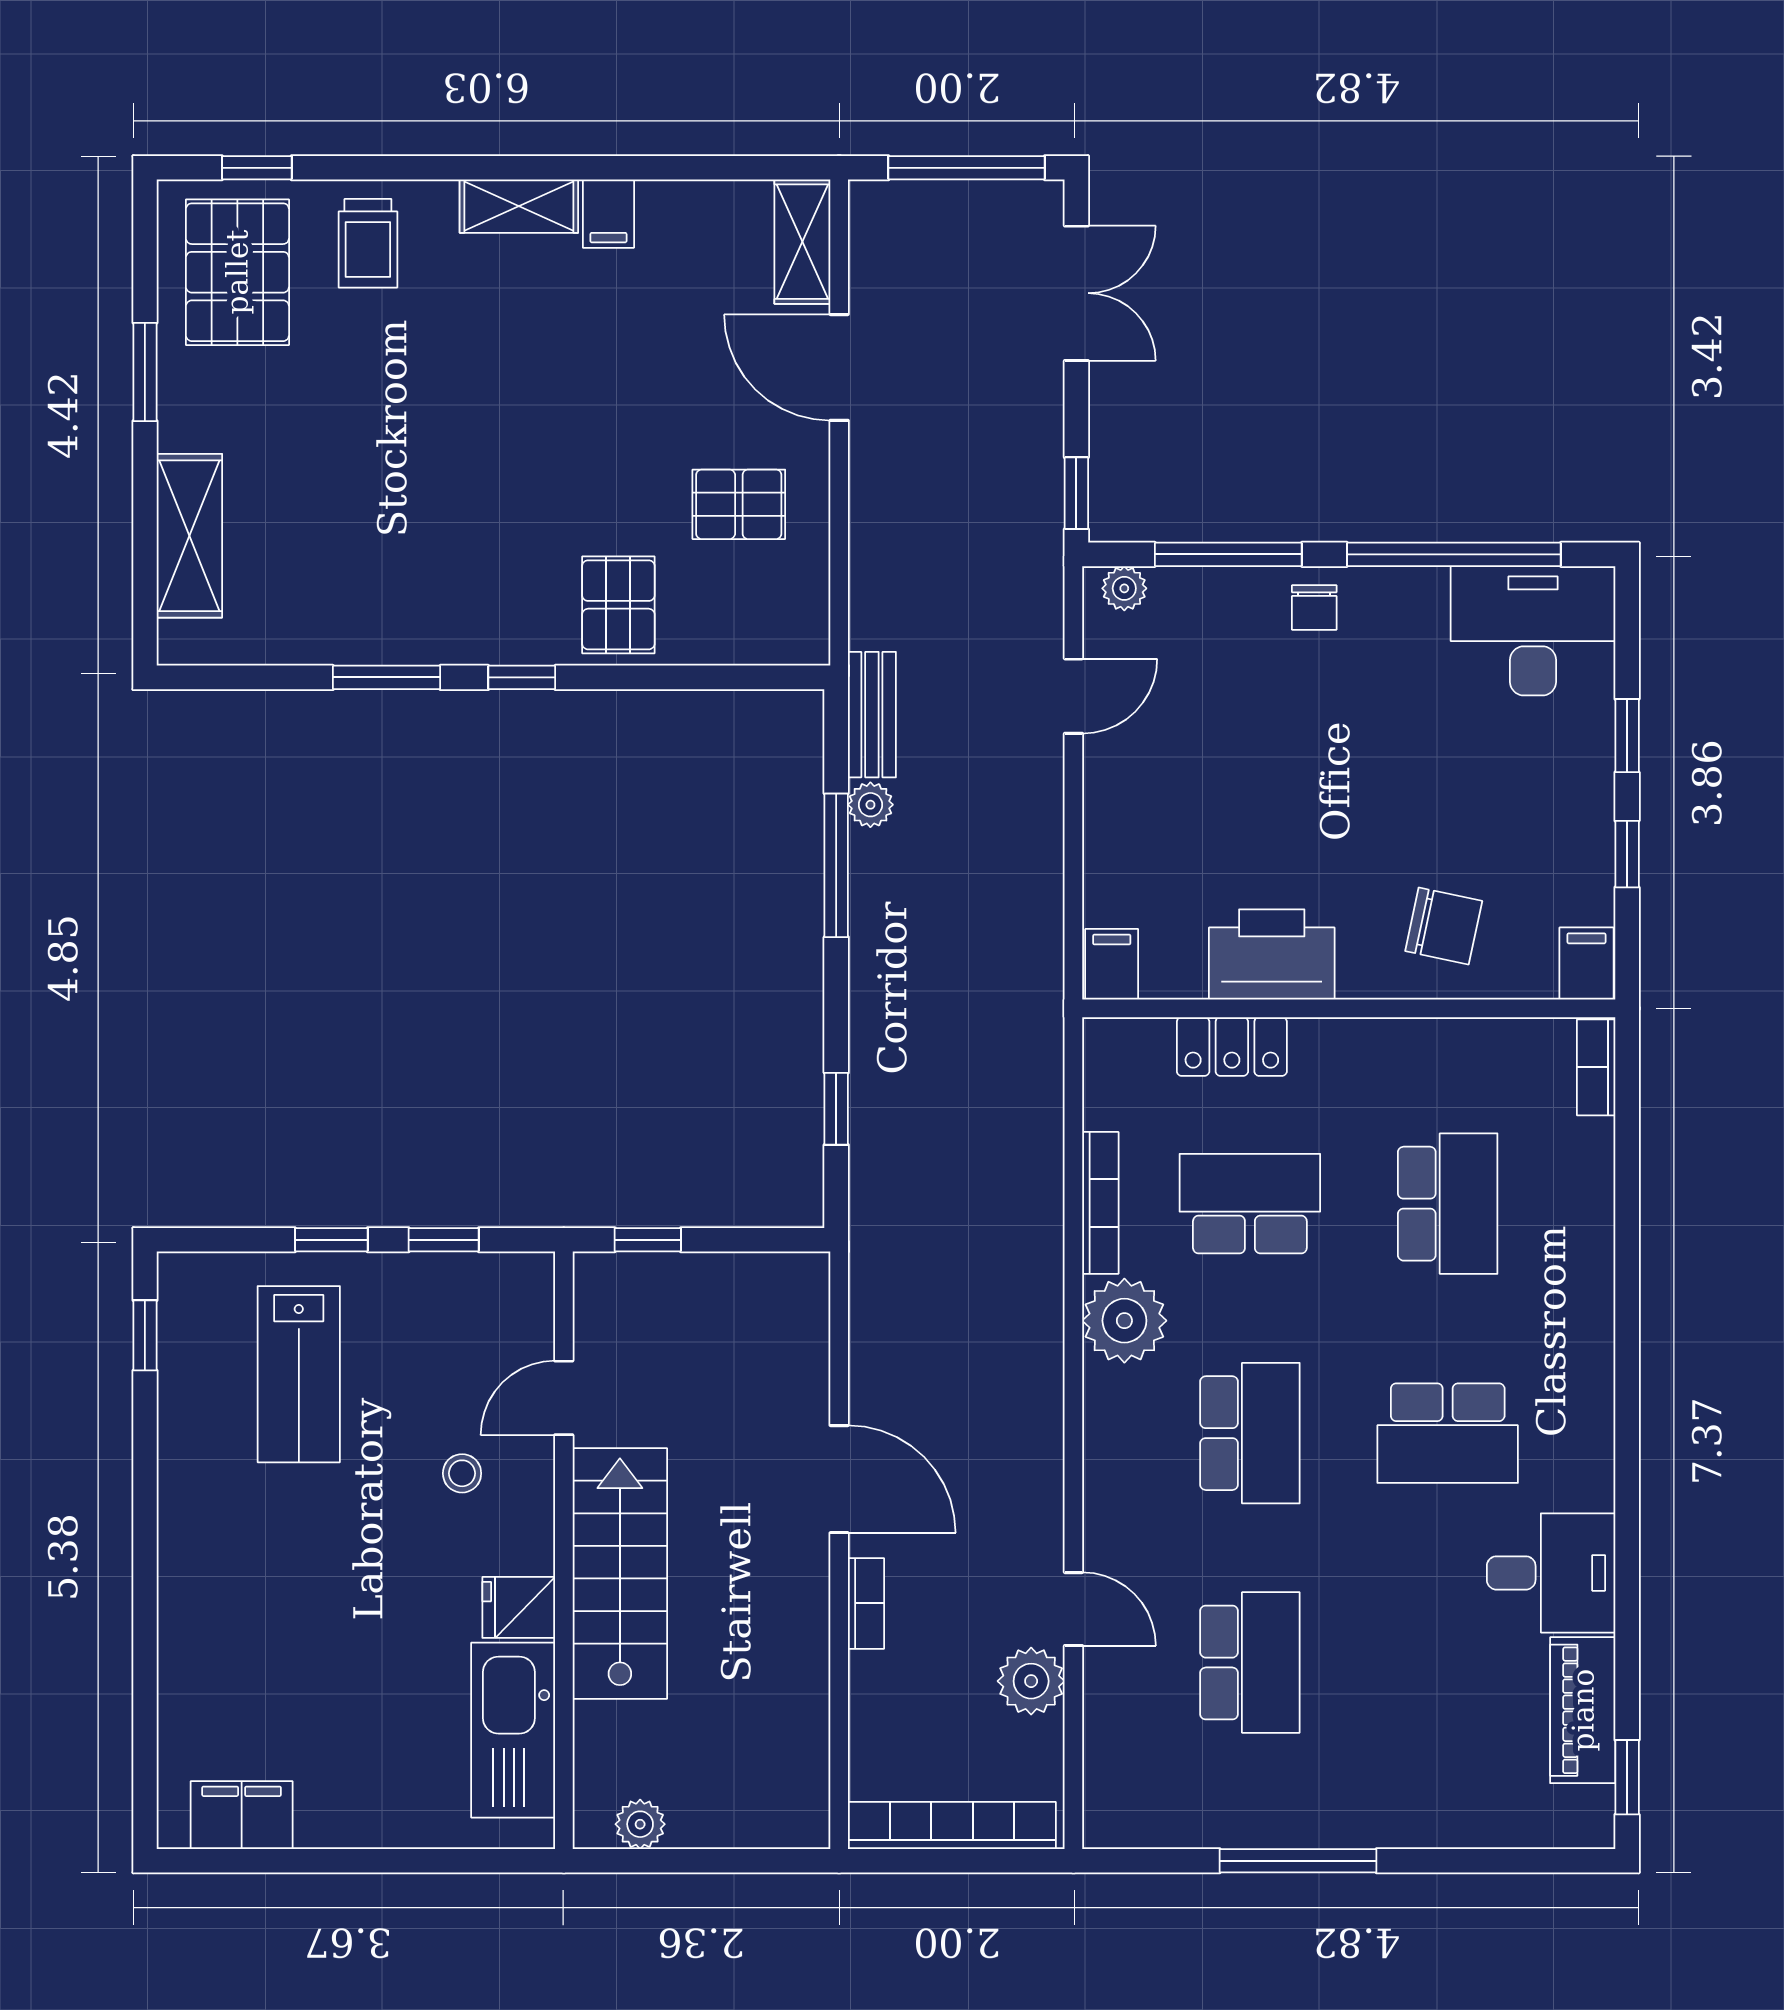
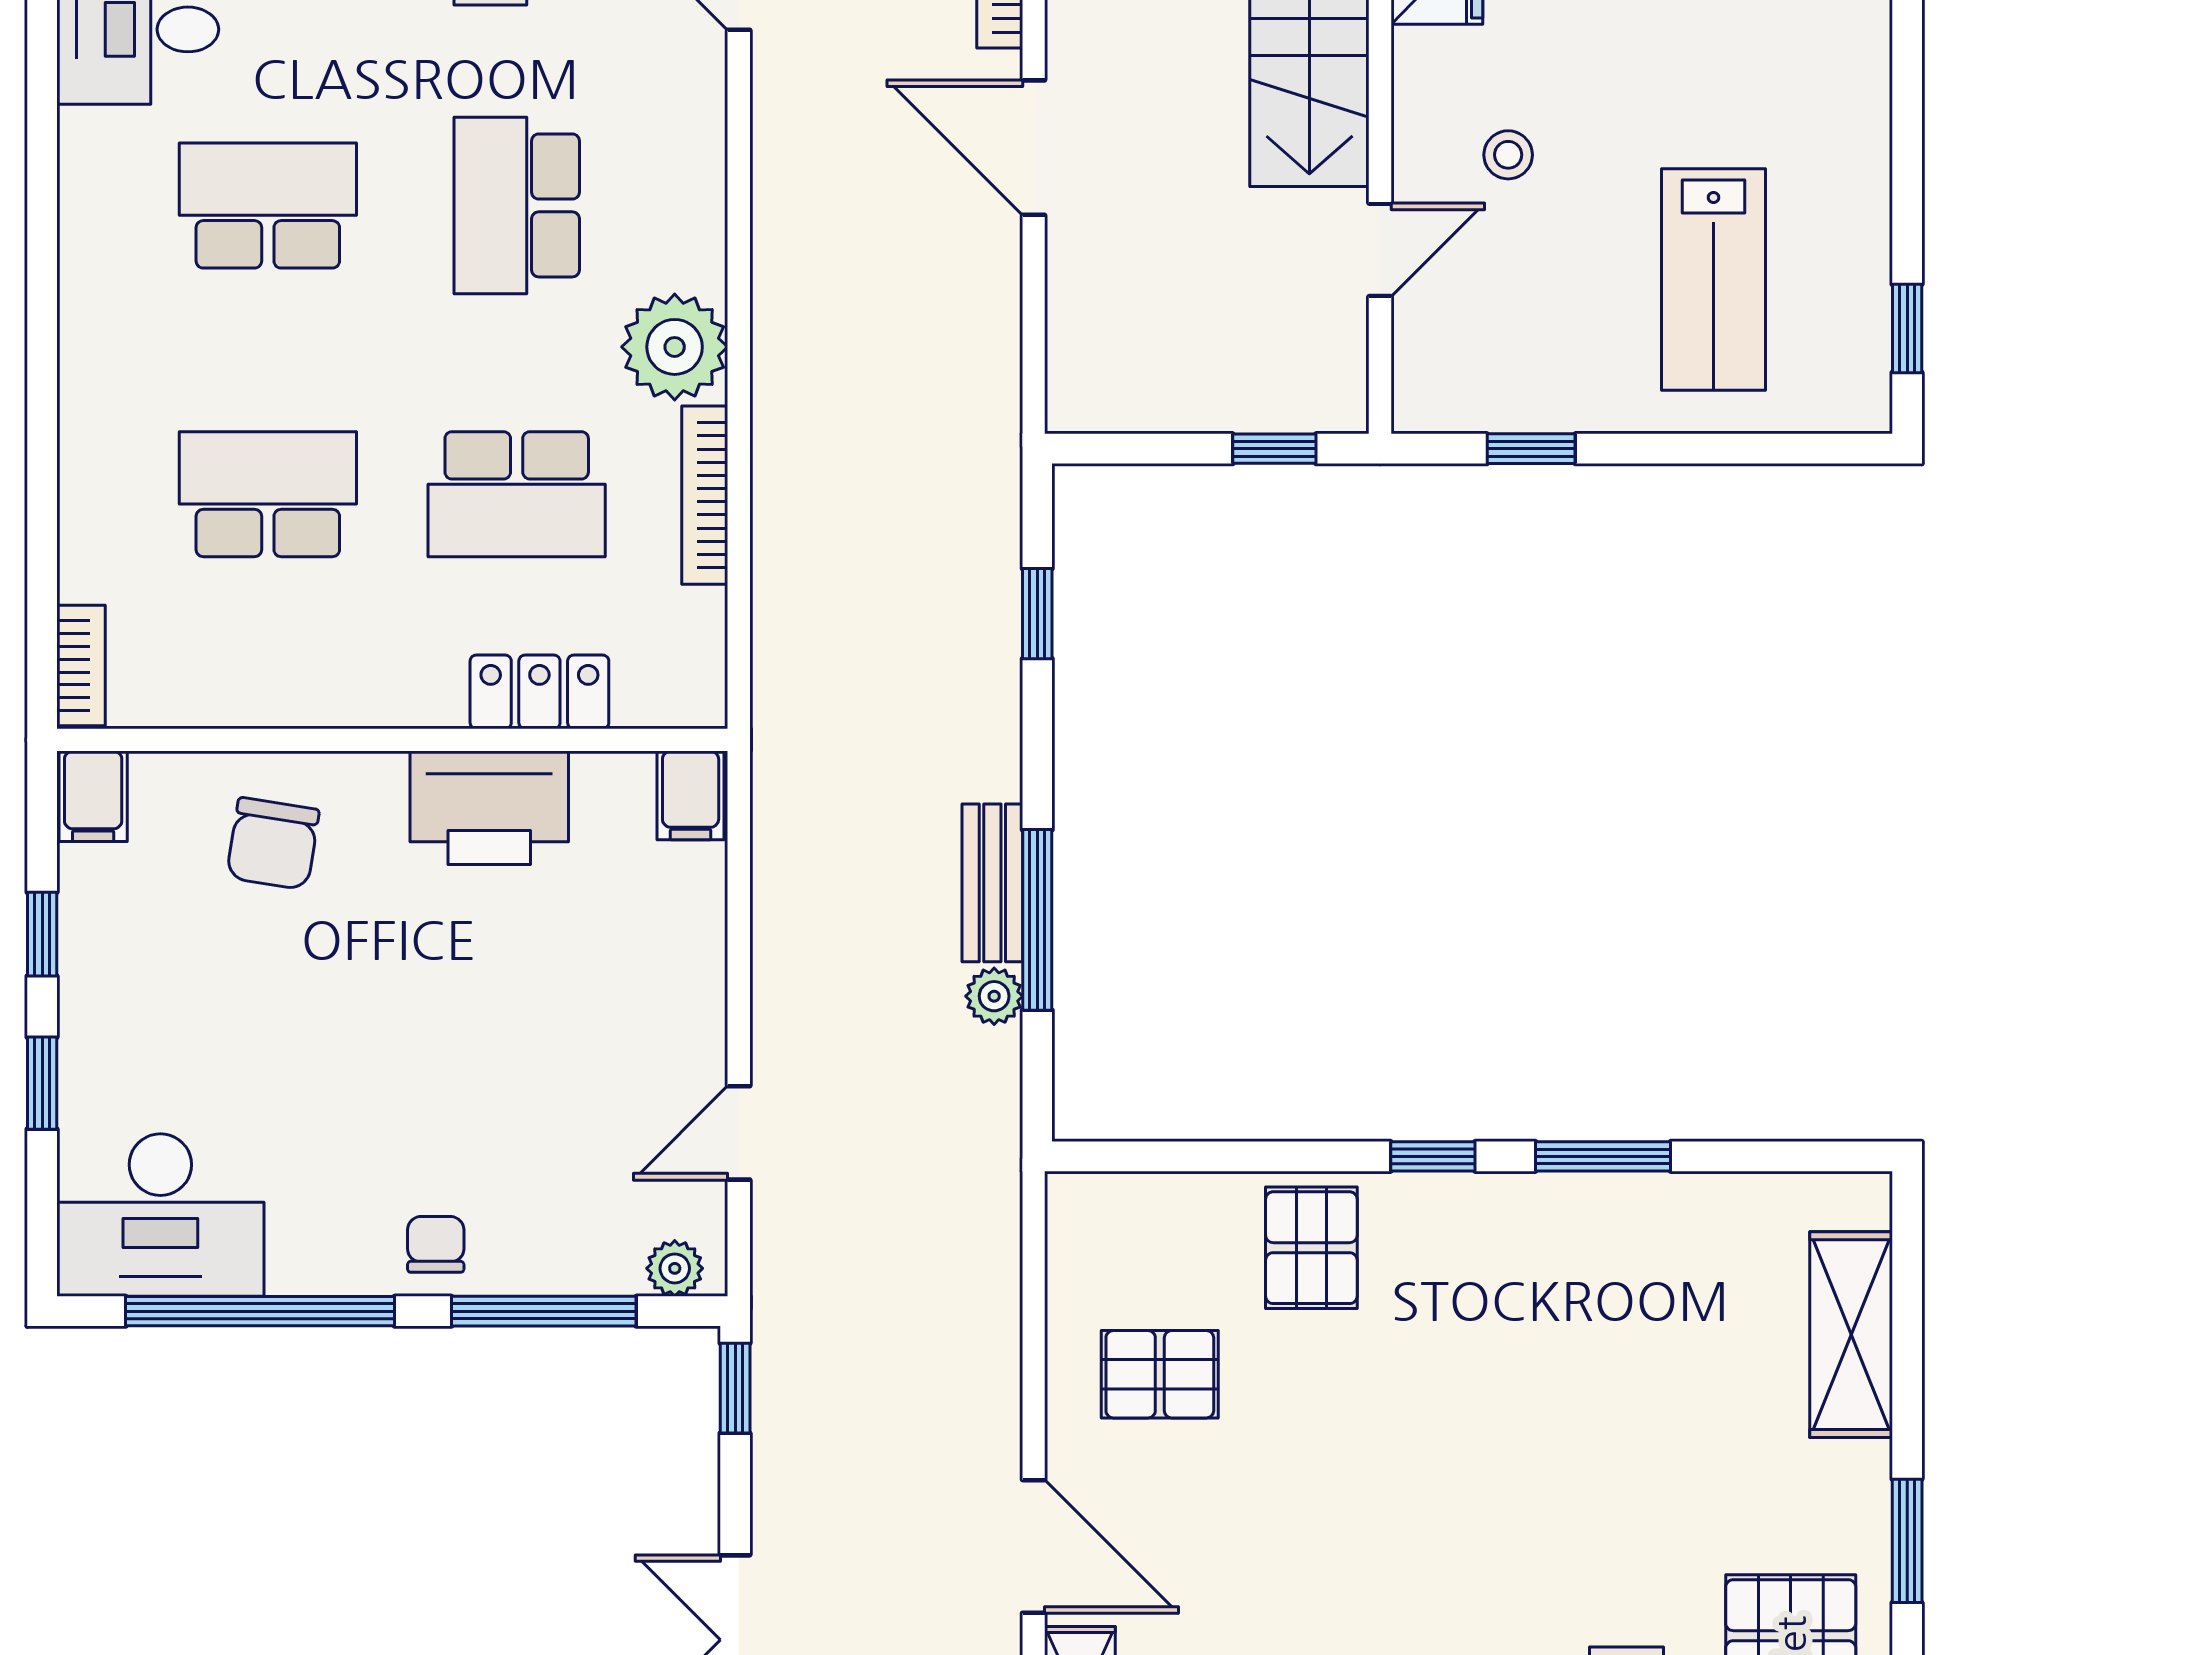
bench: (872, 715) -> (992, 883), moved
chair: (1444, 926) -> (273, 844), turned -93
school desk: (1448, 1204) -> (268, 494), turned 90
window: (331, 1240) -> (1673, 449), removed
lab bench: (299, 1374) -> (1714, 280), turned 180

